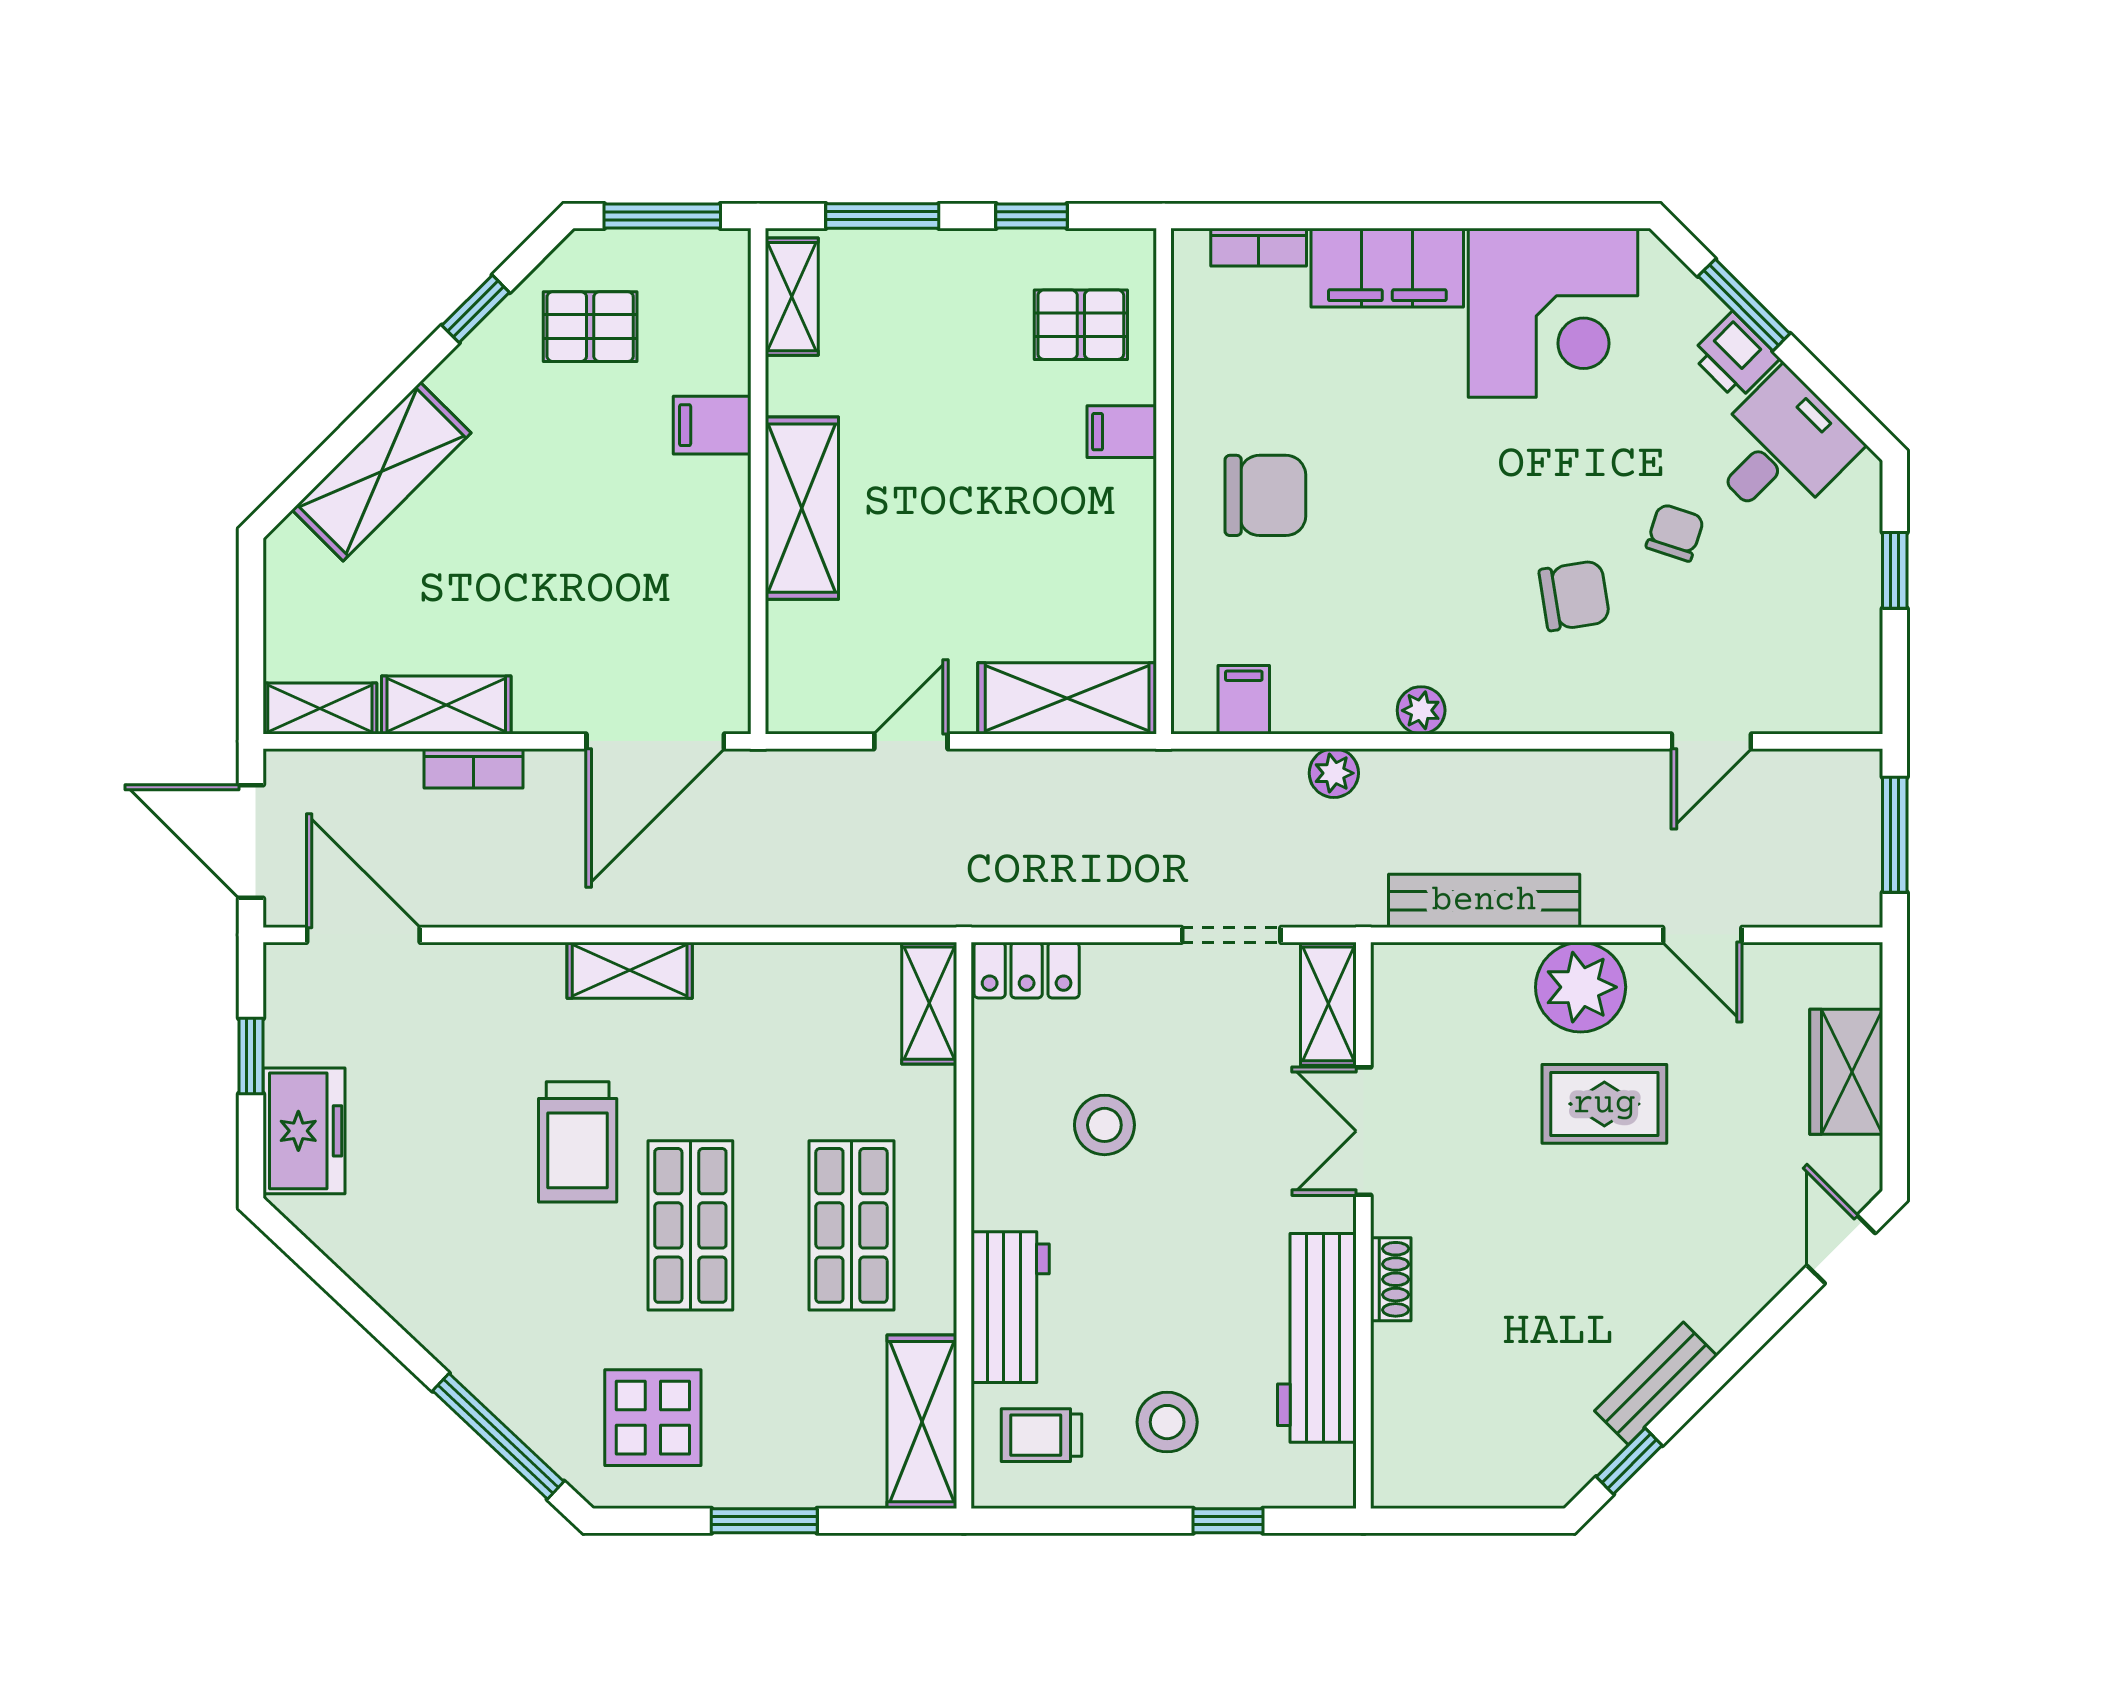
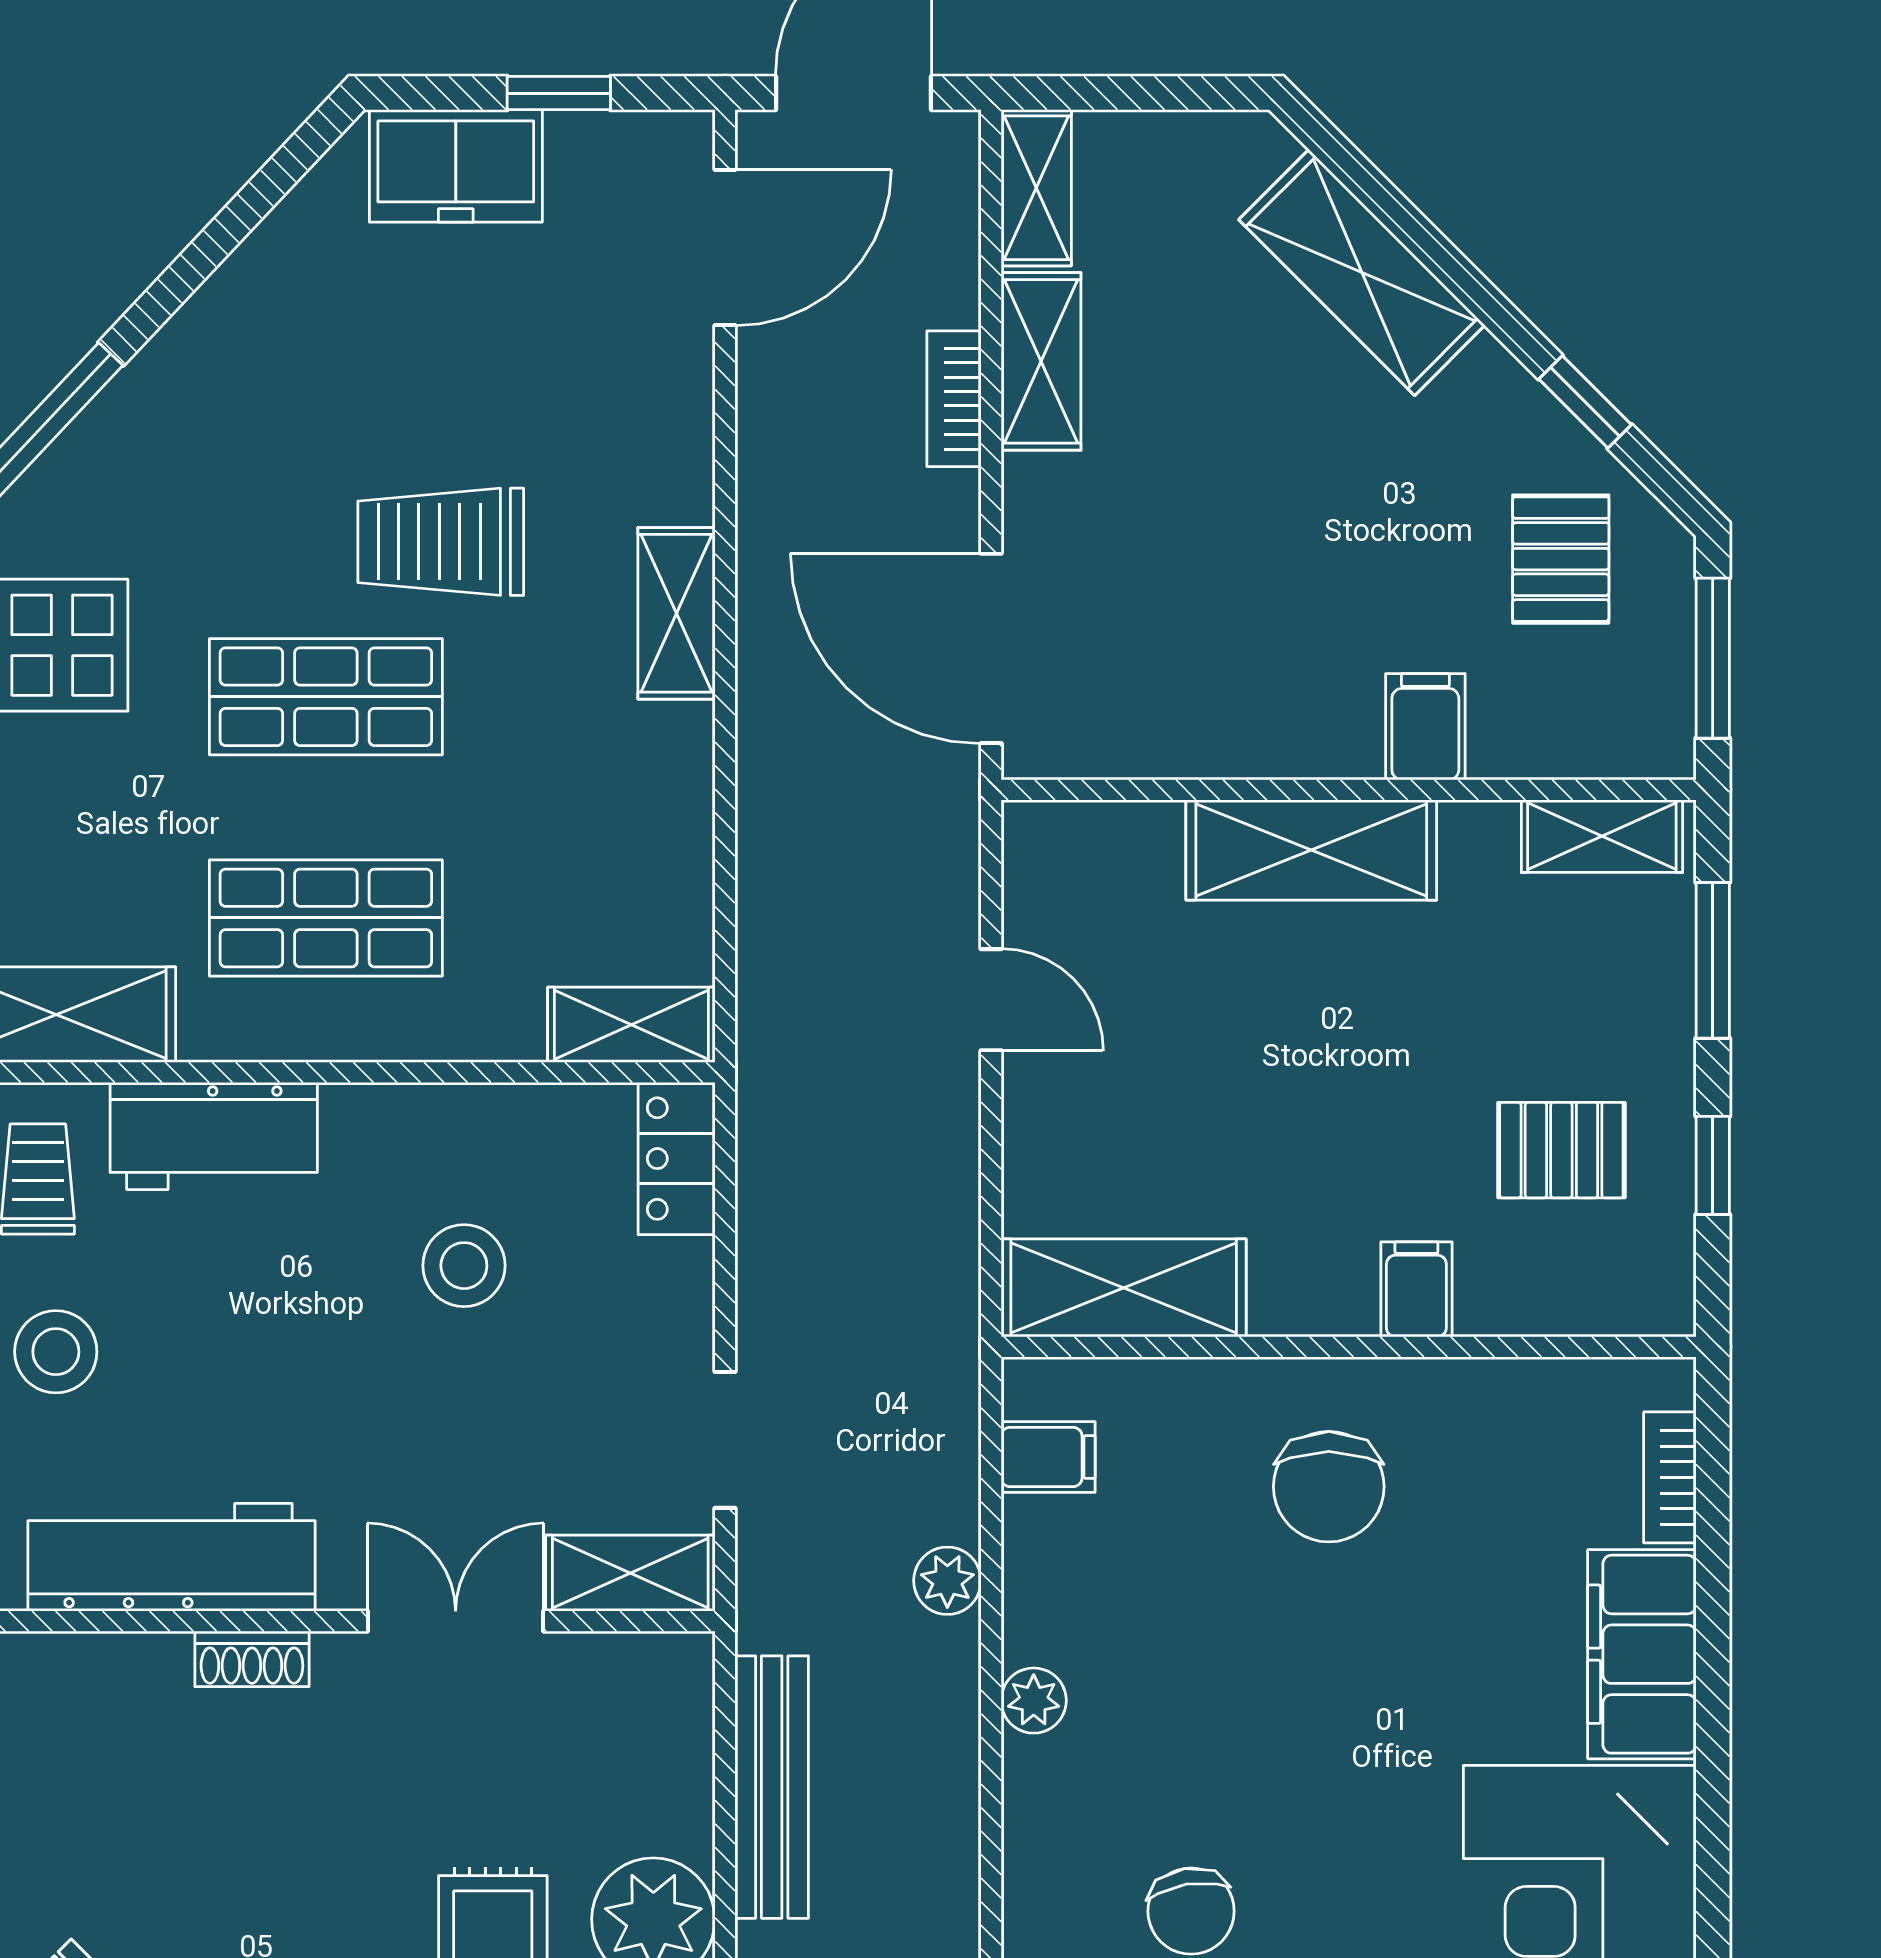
pallet: (1081, 325) -> (1561, 1150), moved, turned 90
shelving: (1067, 698) -> (1124, 1288), moved, turned 90

